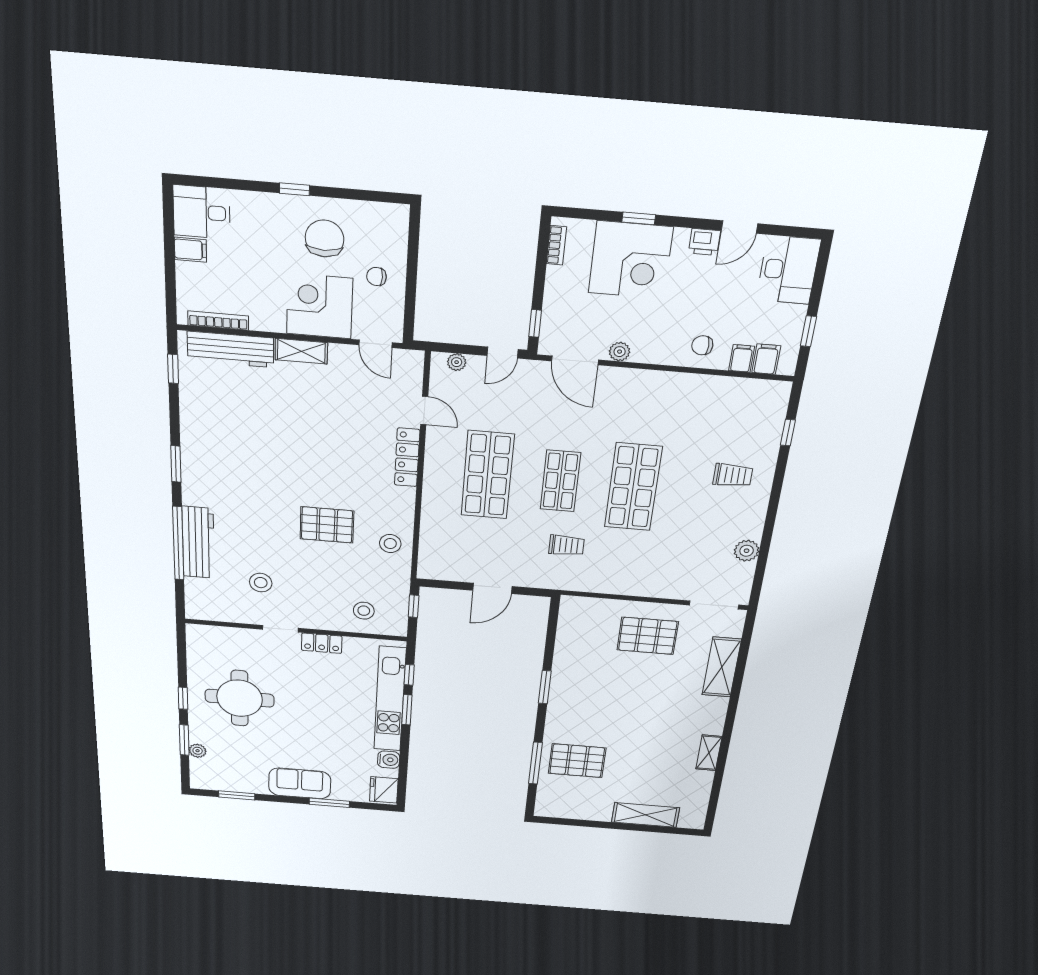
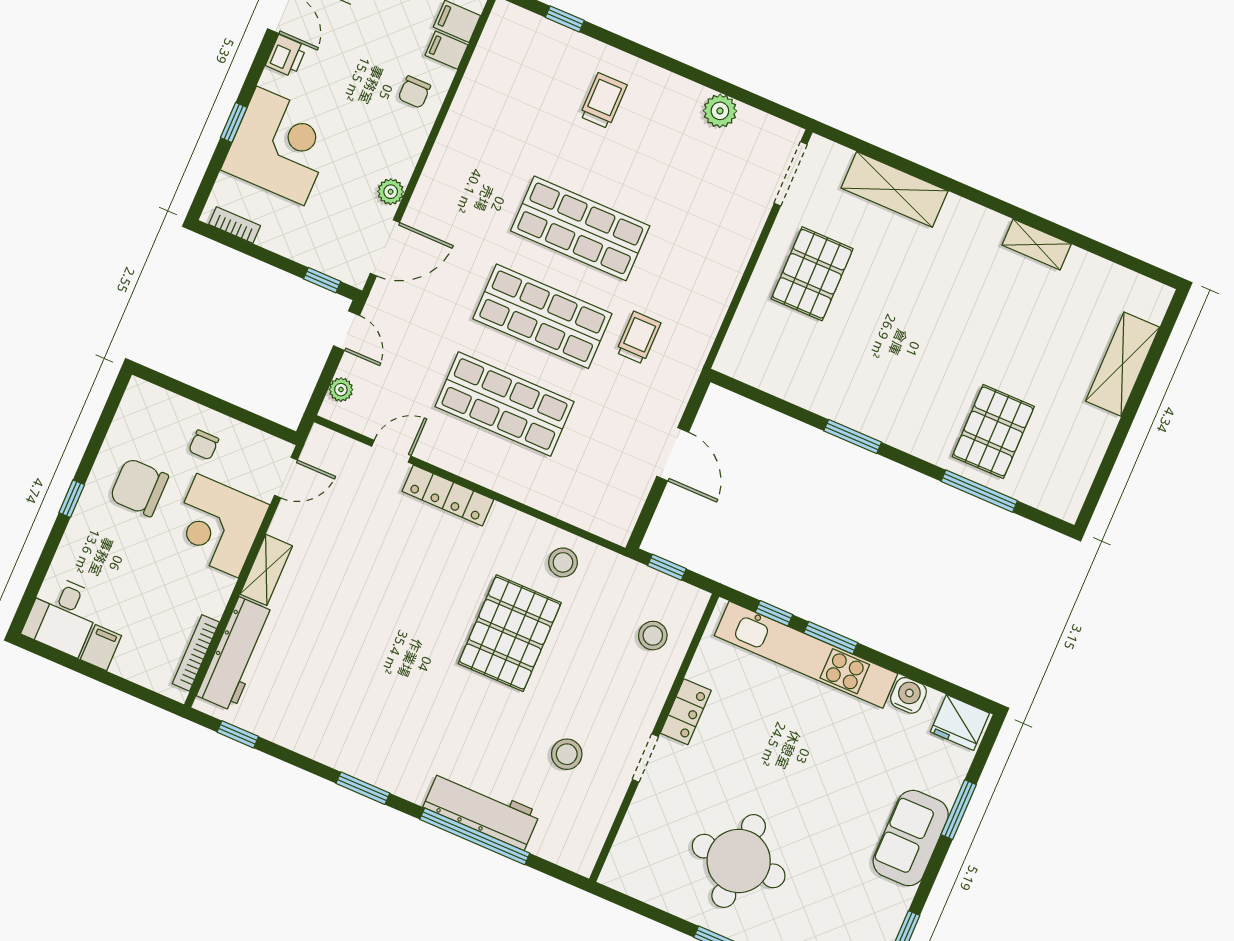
shop shelf: (560, 481) -> (542, 316), width x1.43, depth x1.36
pallet: (327, 525) -> (510, 633), width x1.37, depth x1.41

